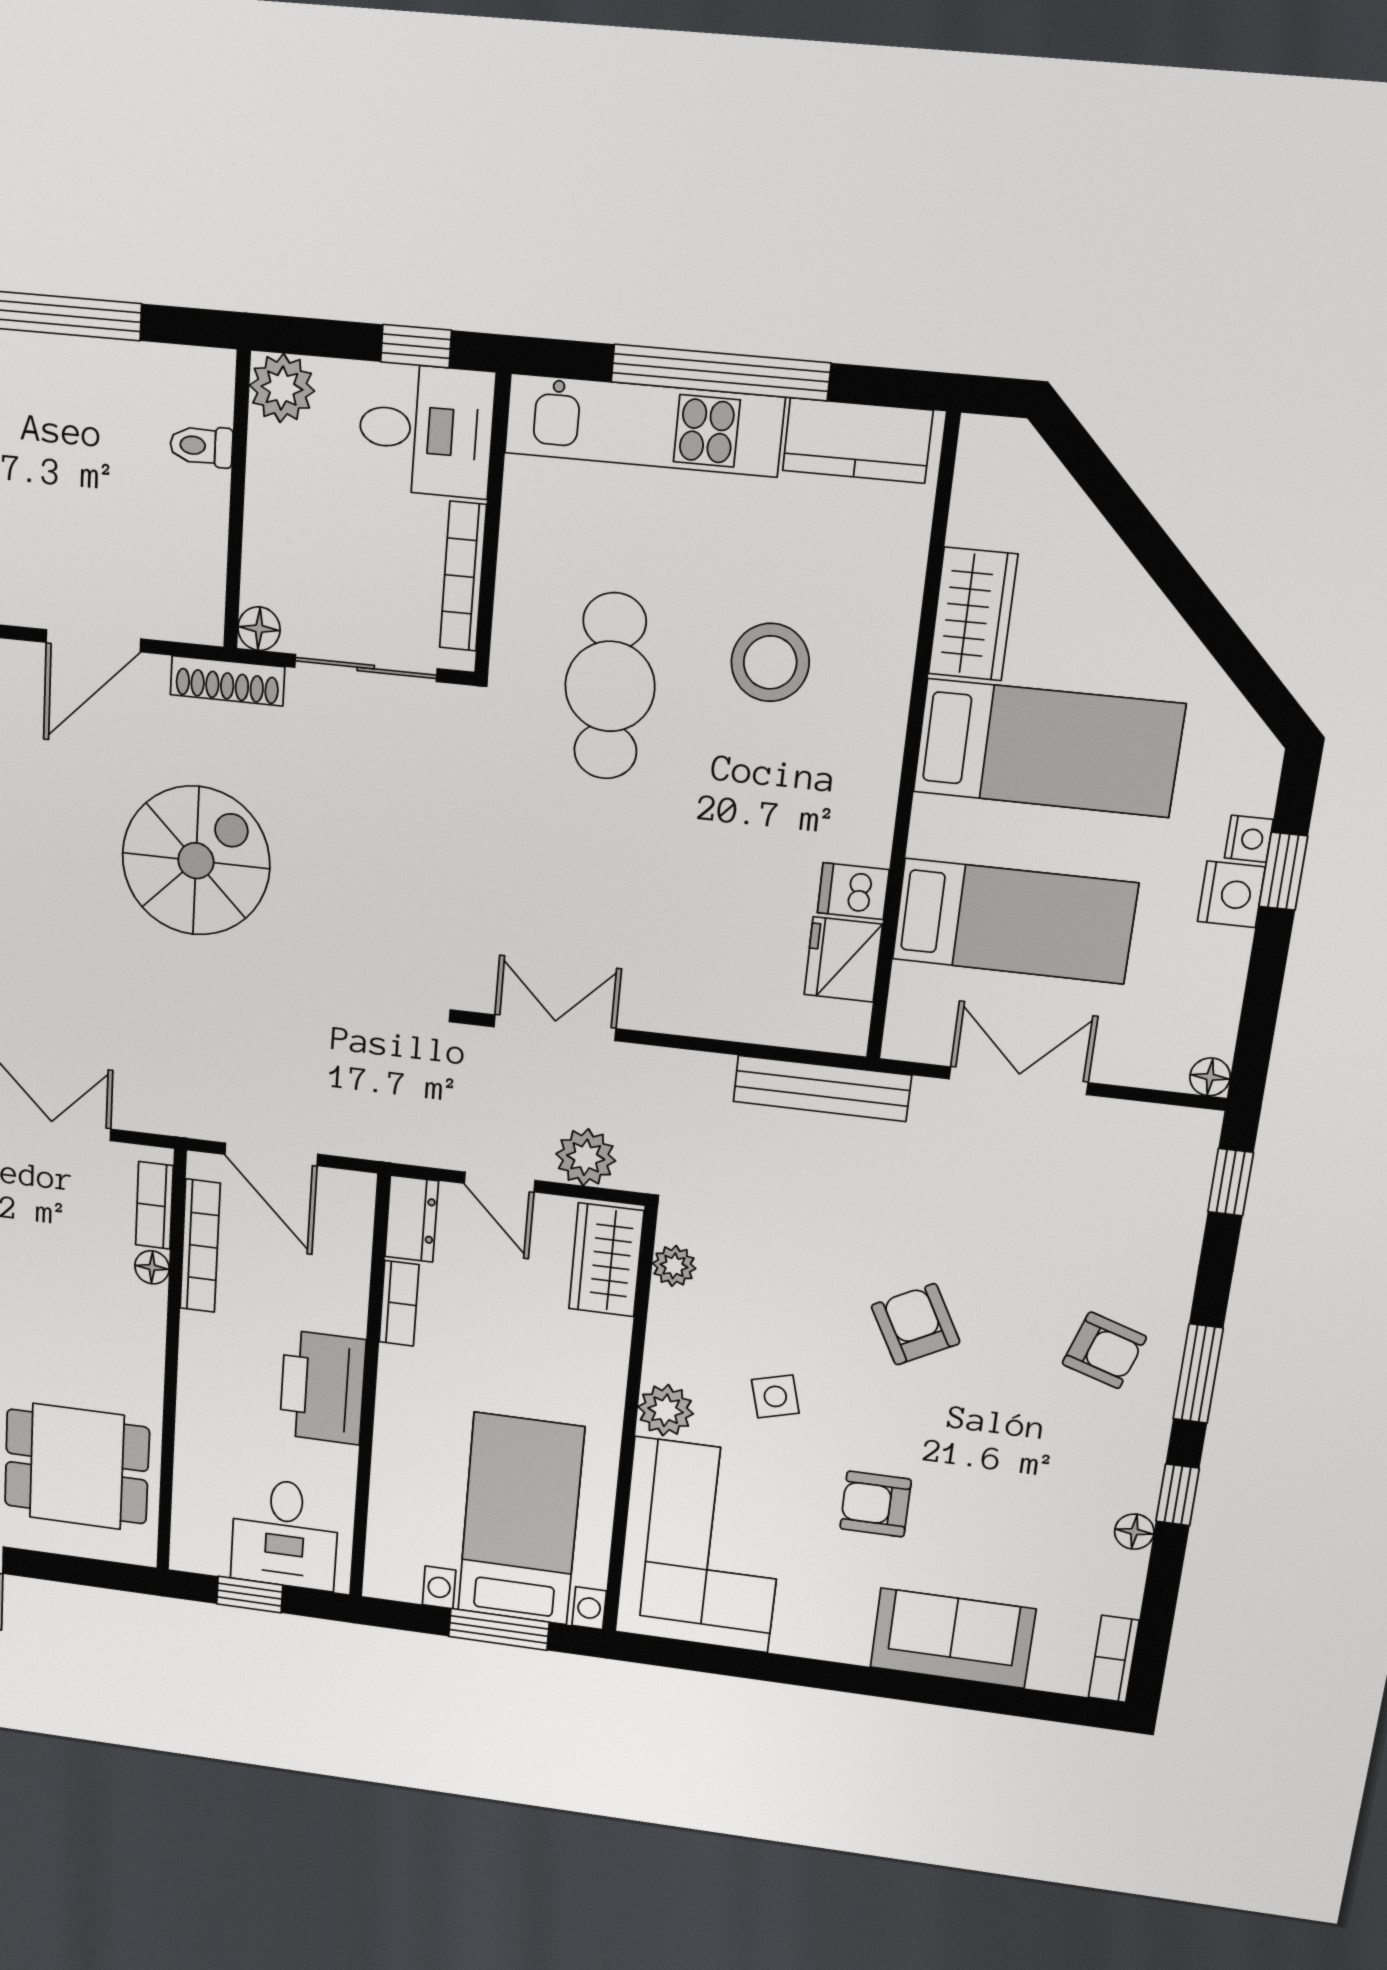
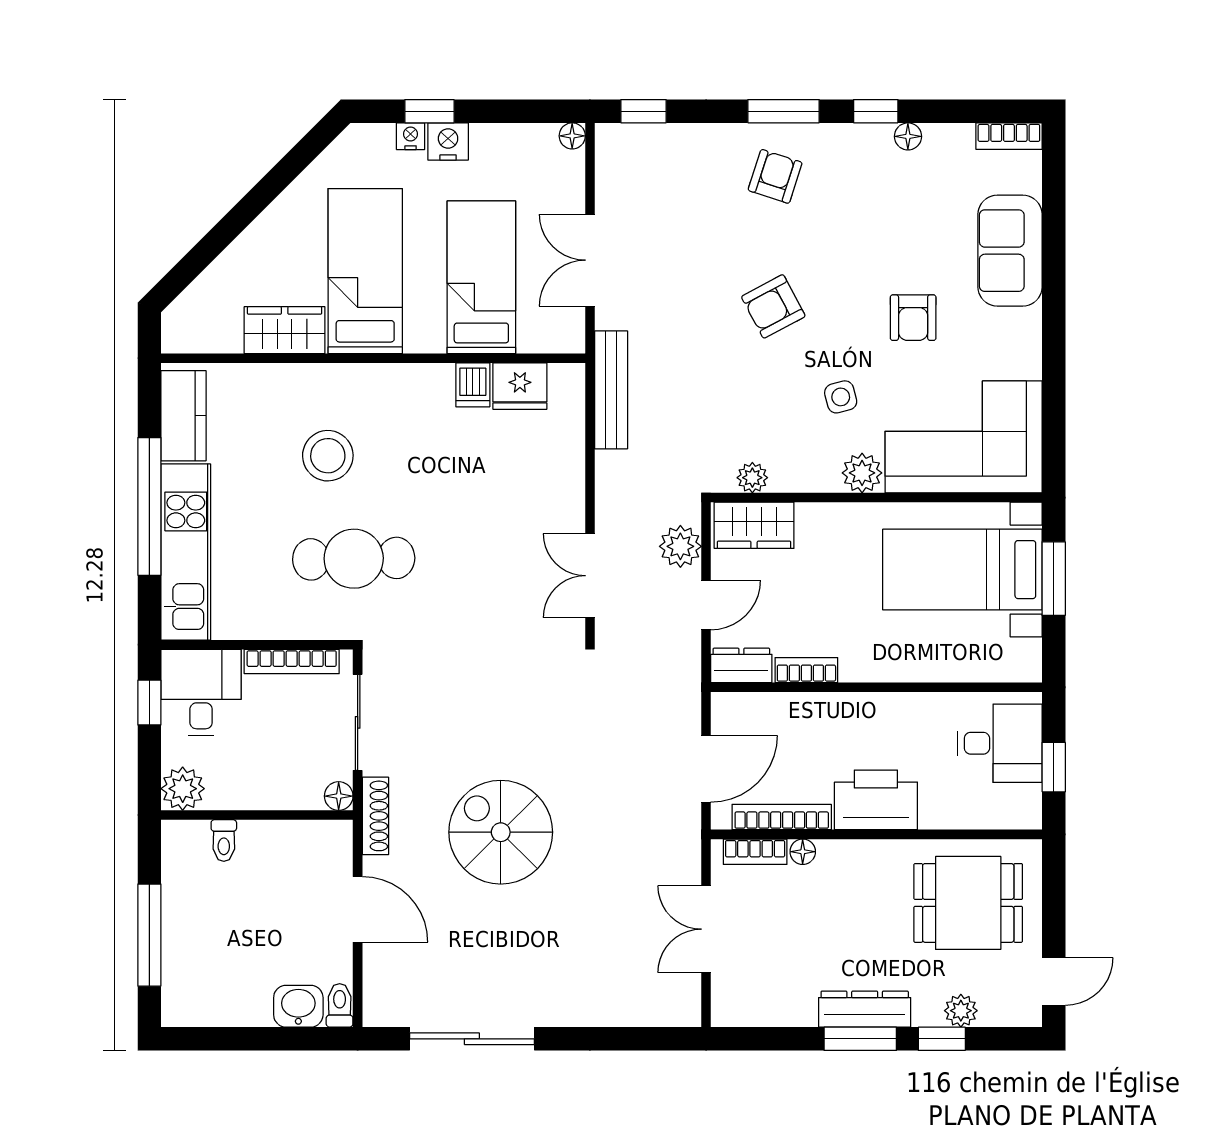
printer: (322, 1387) -> (876, 800), moved, turned 180
dining table: (77, 1467) -> (968, 903), turned 90

